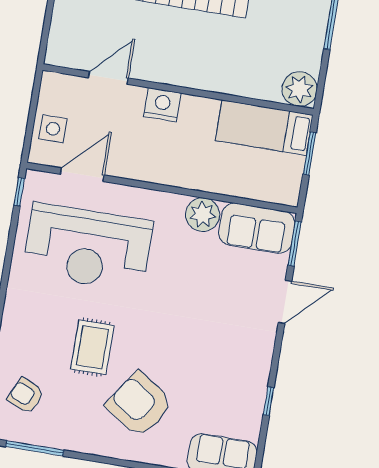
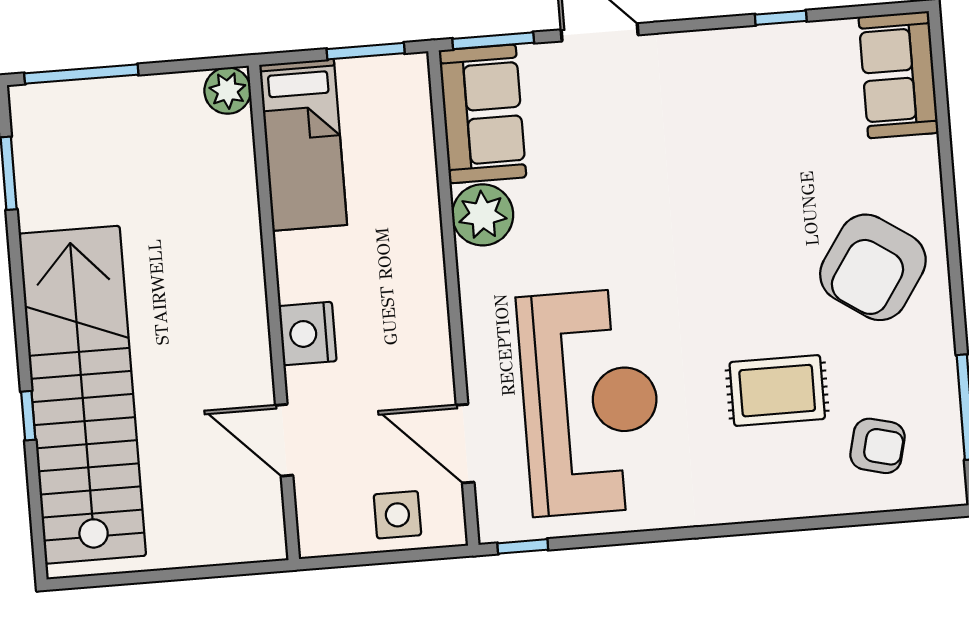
plant: (300, 89) -> (228, 91), width x0.73, depth x0.73
window: (310, 153) -> (366, 51), moved
rug: (92, 347) -> (777, 391), moved
armchair: (26, 396) -> (878, 446), turned -100
armchair: (139, 404) -> (873, 267), moved

